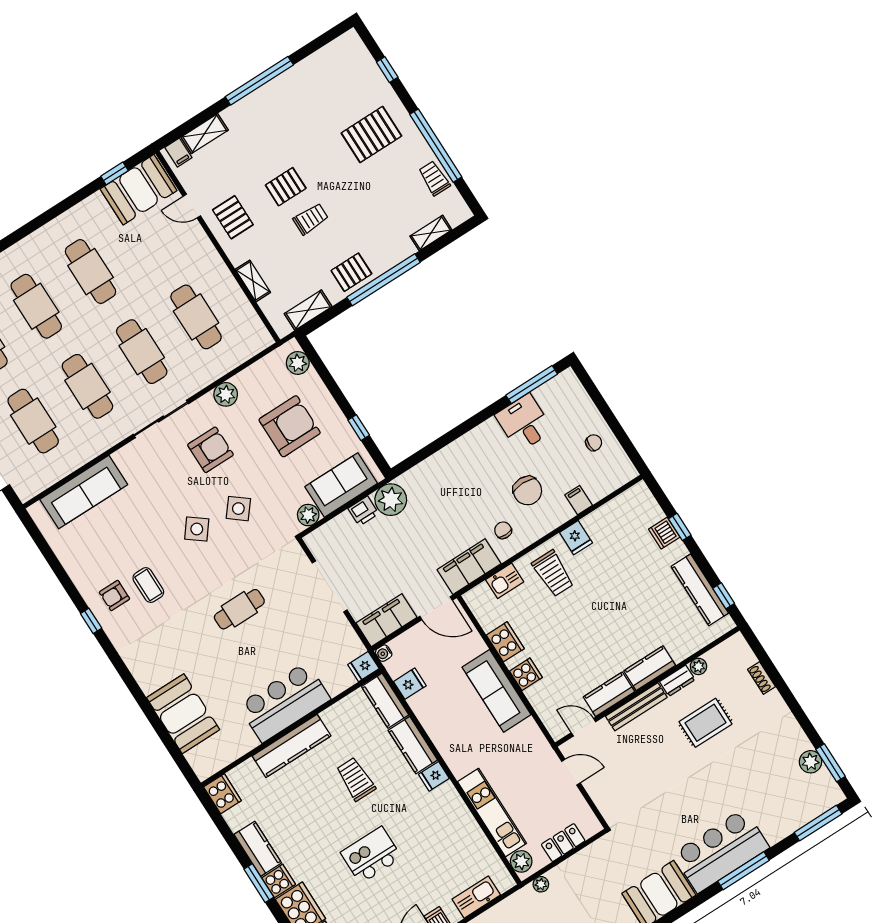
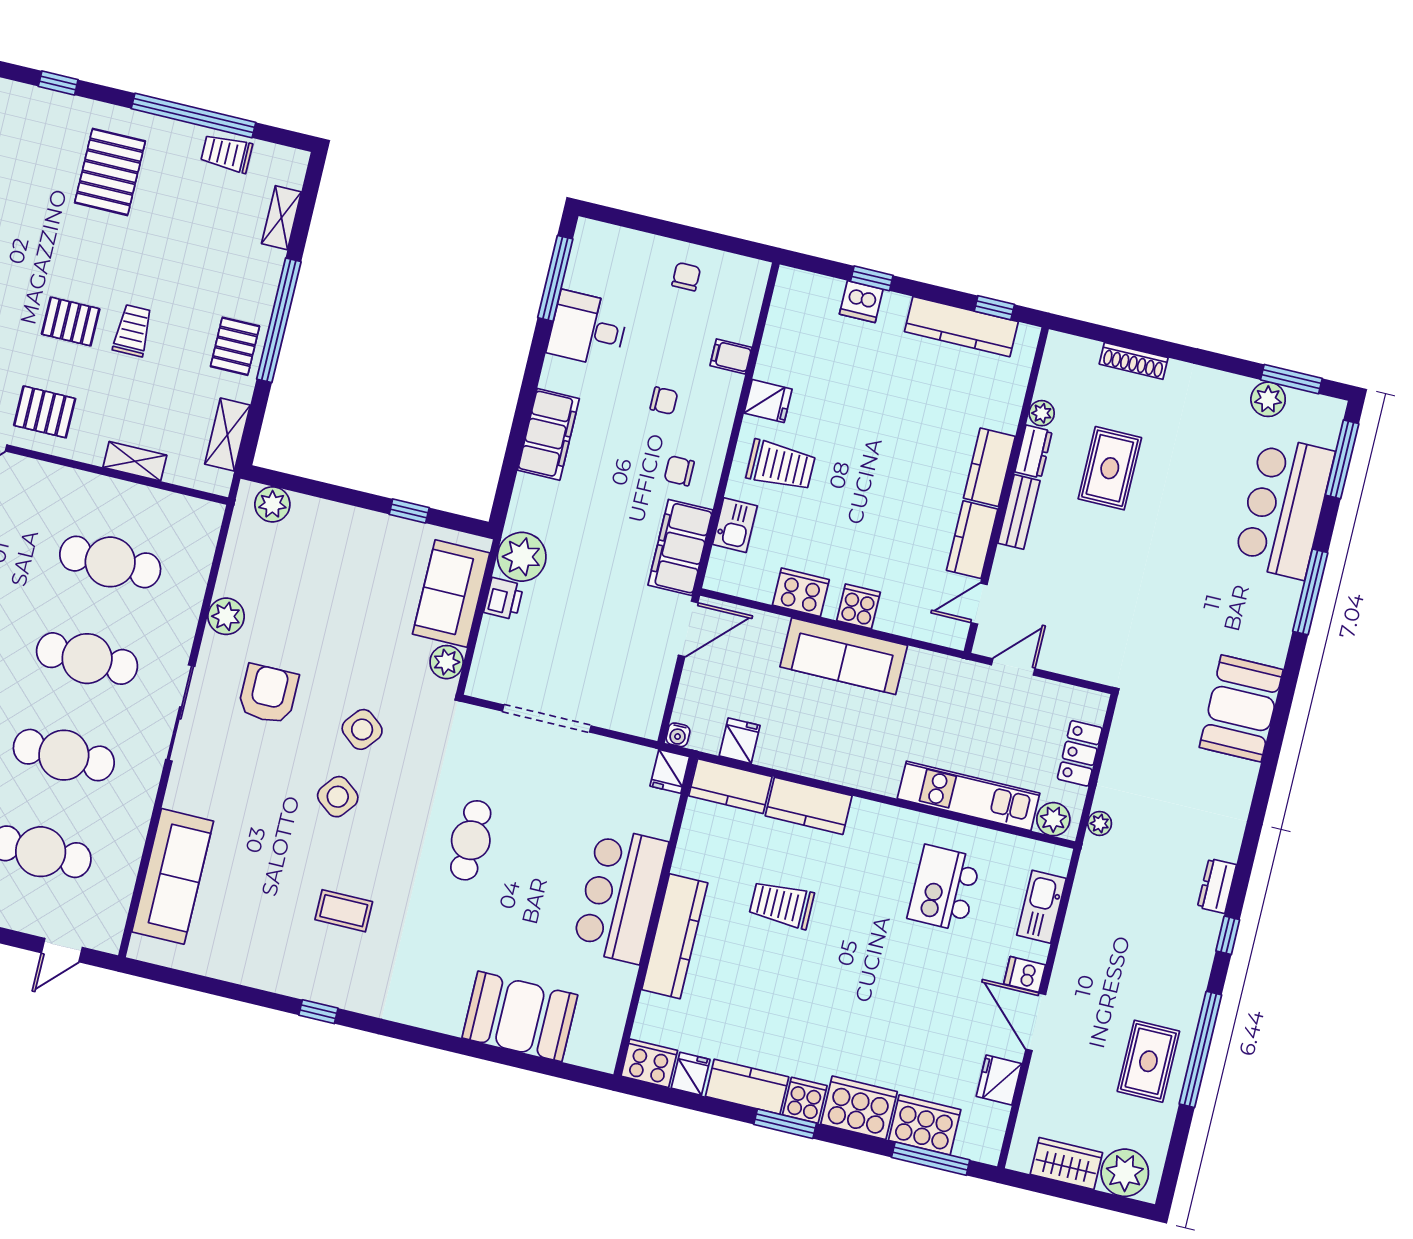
pallet: (286, 187) -> (71, 321), turned 90
armchair: (290, 426) -> (331, 583), removed
chair: (527, 491) -> (664, 401), width x0.54, depth x0.54
armchair: (114, 596) -> (317, 959), removed
filing cabinet: (387, 620) -> (548, 434), moved, turned 180
shoe rack: (762, 678) -> (1134, 361), width x1.43
bench: (636, 707) -> (1019, 512), width x0.73
fridge: (434, 776) -> (691, 1074), moved, turned 180
bar counter: (721, 851) -> (1284, 508), moved
kitchen island: (371, 855) -> (944, 888), moved

